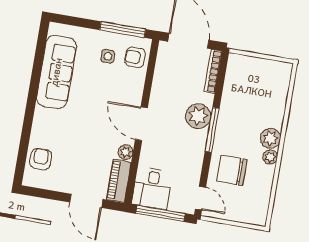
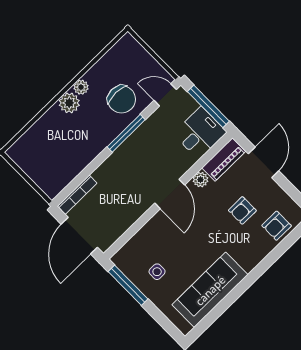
armchair: (135, 57) -> (242, 210), moved, turned 90
plant: (198, 116) -> (117, 166), removed
window: (212, 130) -> (126, 133), moved
door: (200, 198) -> (165, 95), hinge flipped

